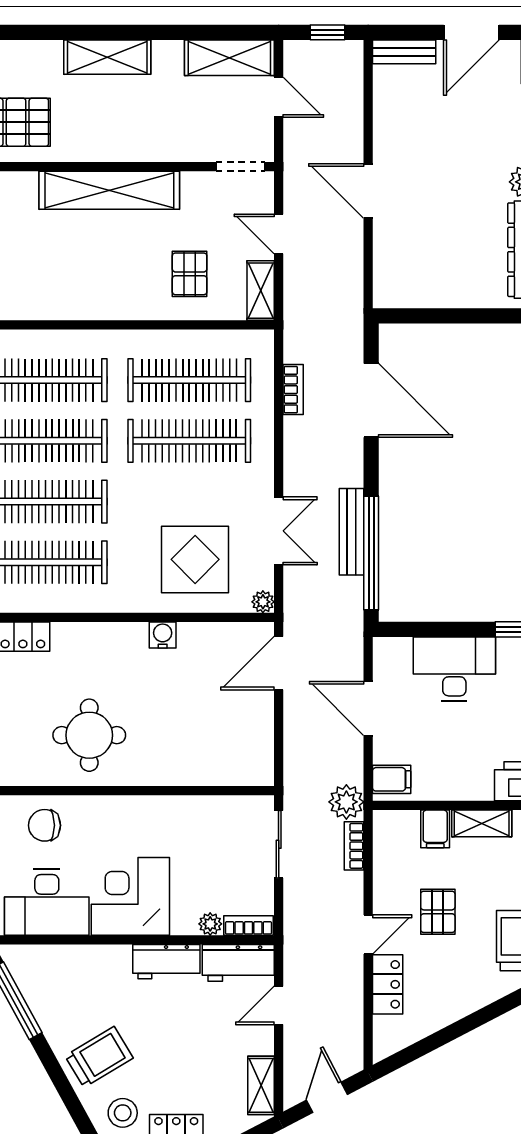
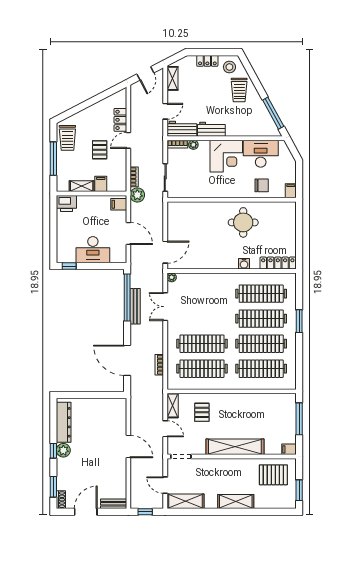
display table: (195, 559) -> (200, 295), removed
water cooler: (163, 635) -> (244, 264), moved
trolley: (99, 1057) -> (239, 90), turned -59

